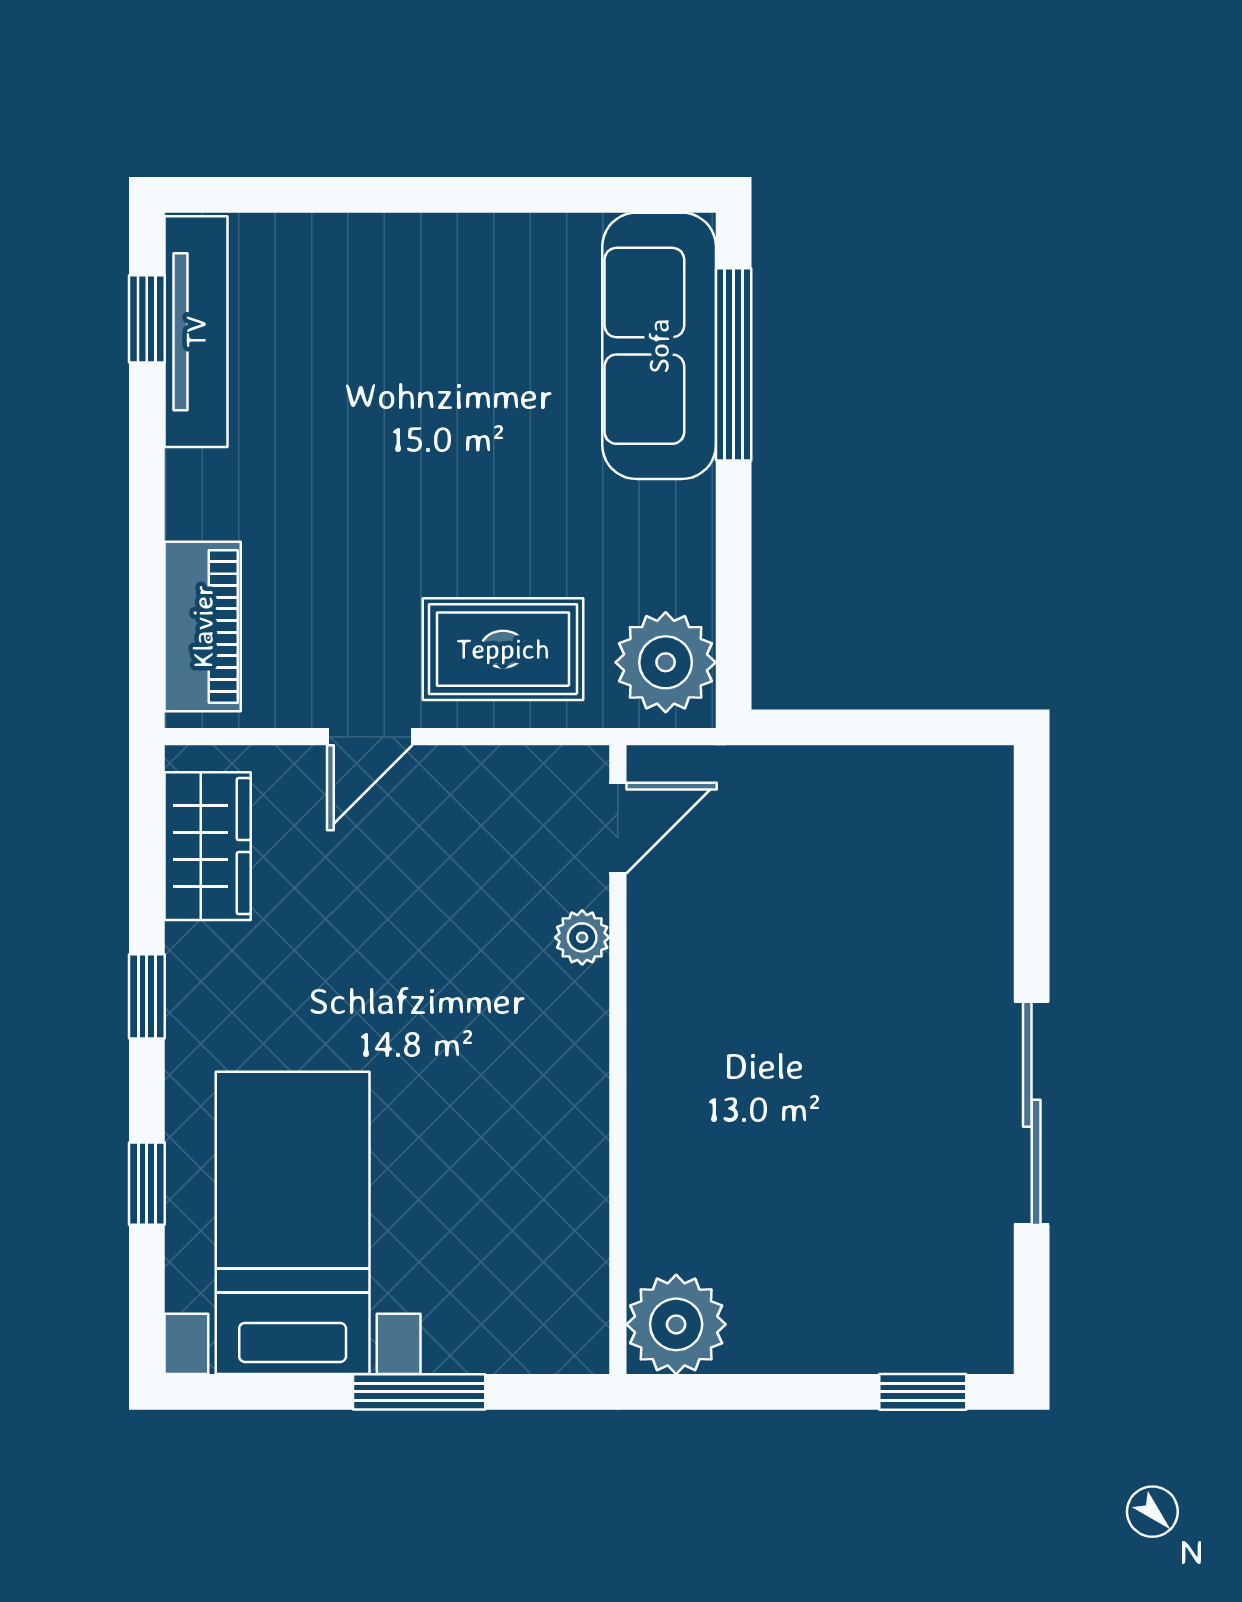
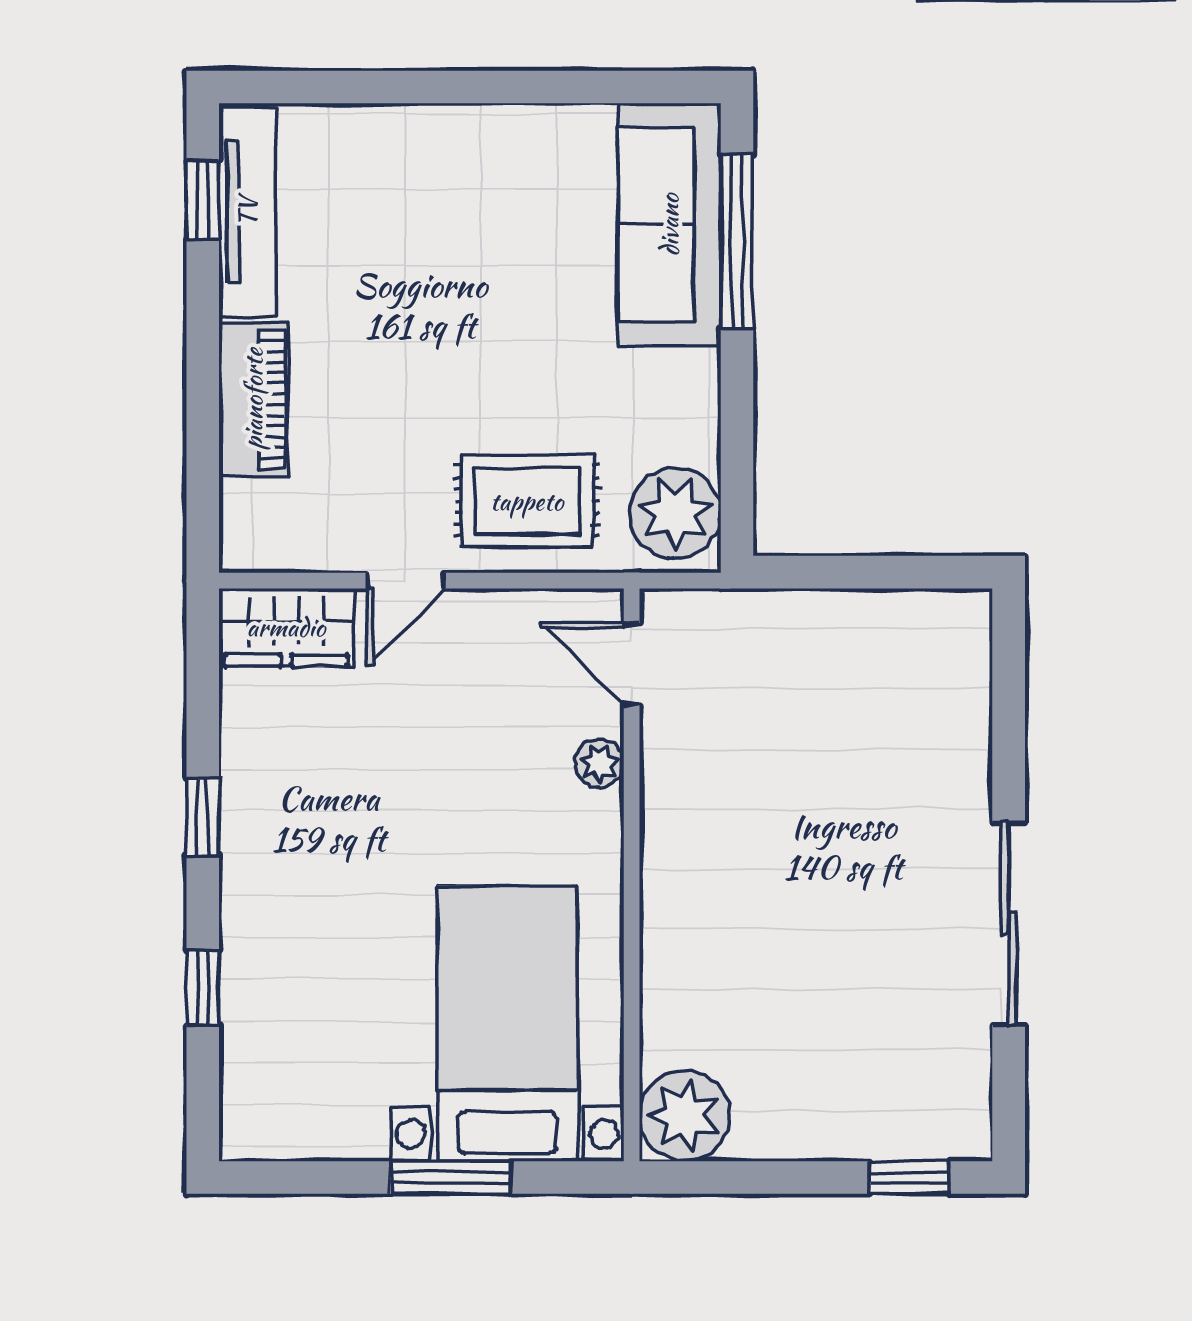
piano: (203, 627) -> (253, 399), moved
door: (618, 828) -> (632, 664), swing flipped
wardrobe: (208, 846) -> (286, 627), moved, turned 90
bed with nightstands: (293, 1223) -> (507, 1024), moved

